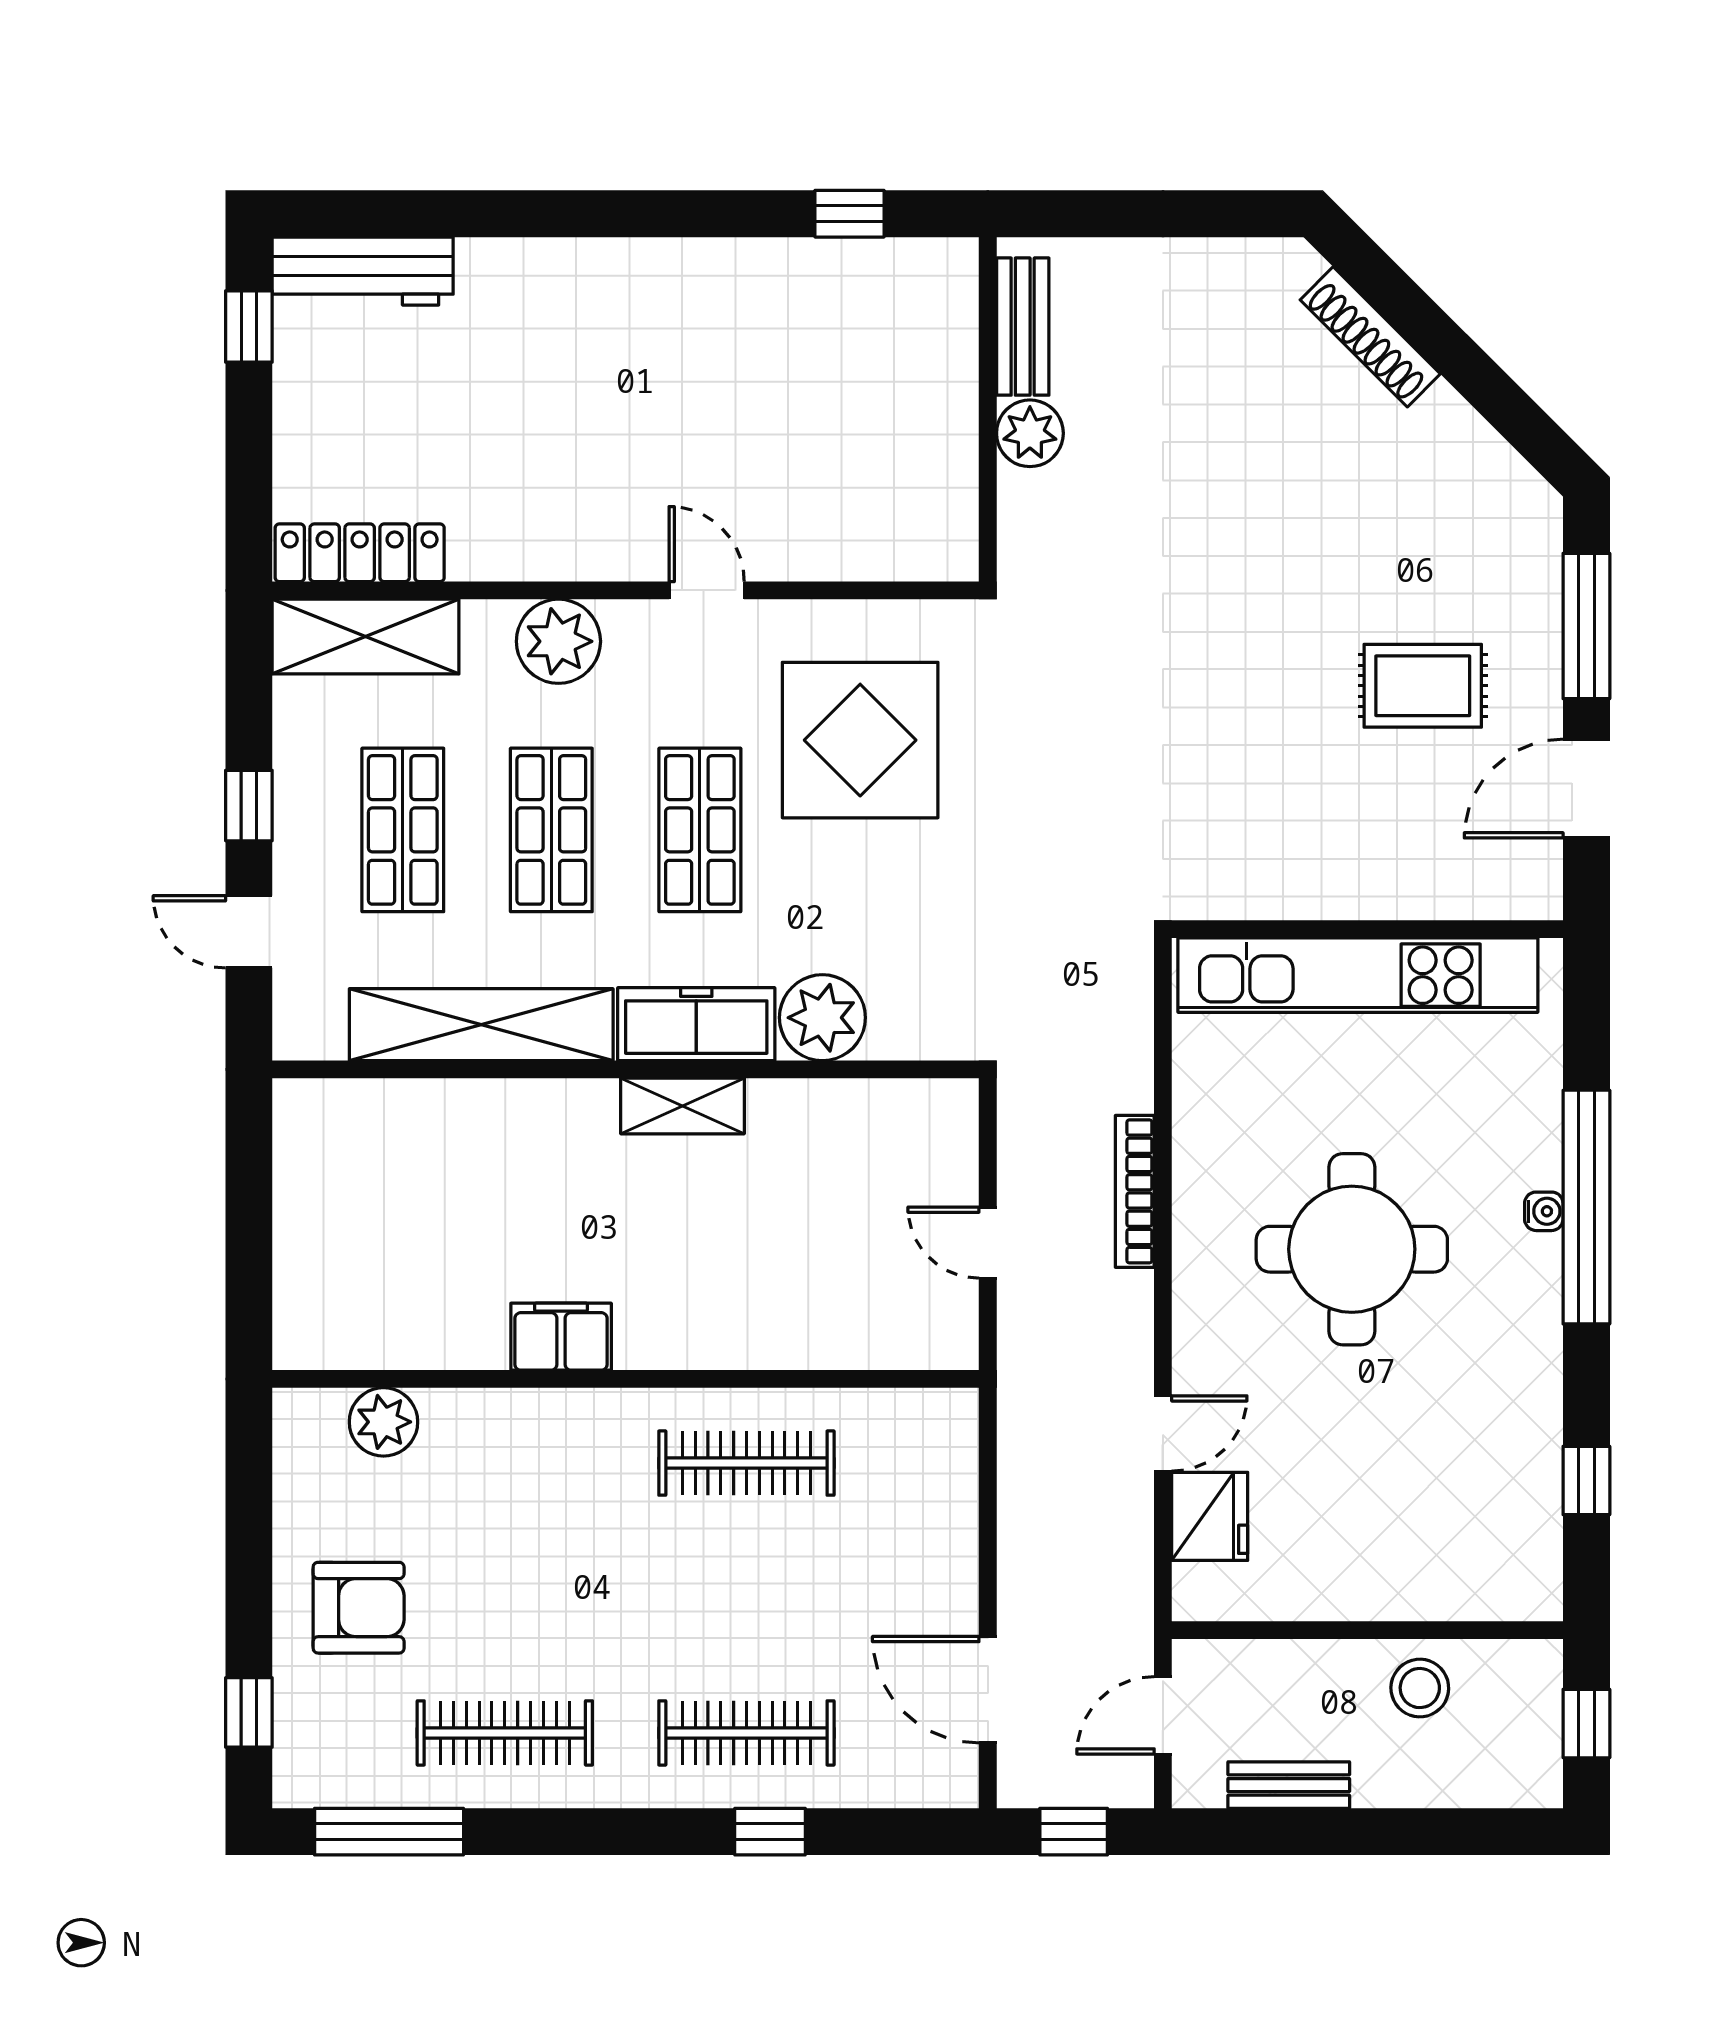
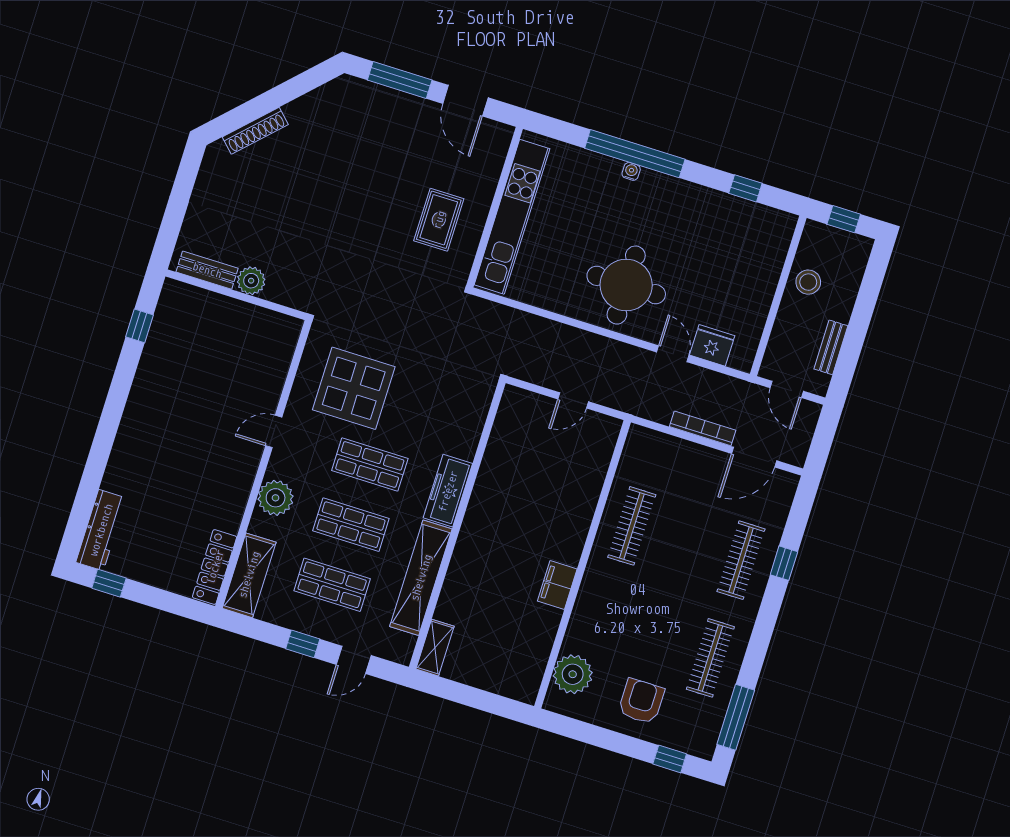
rug: (1423, 686) -> (439, 220), moved
plant: (822, 1018) -> (461, 439), removed
shelving: (682, 1106) -> (435, 648), moved
bookcase: (1135, 1191) -> (703, 428), moved, turned 180
round table: (1352, 1249) -> (626, 285), moved
plant: (383, 1422) -> (573, 674), width x1.36, depth x1.36
window: (1074, 1832) -> (822, 440), removed

